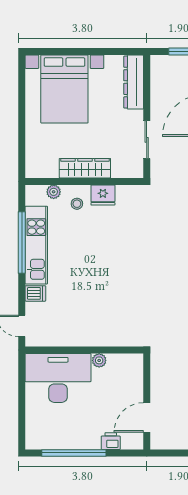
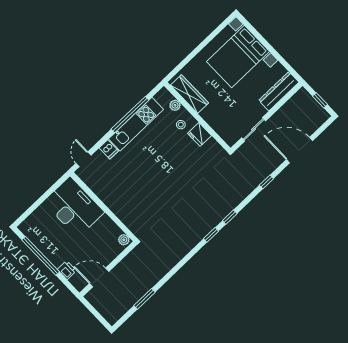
wardrobe: (85, 168) -> (189, 94), moved
plant: (99, 360) -> (124, 240), moved

